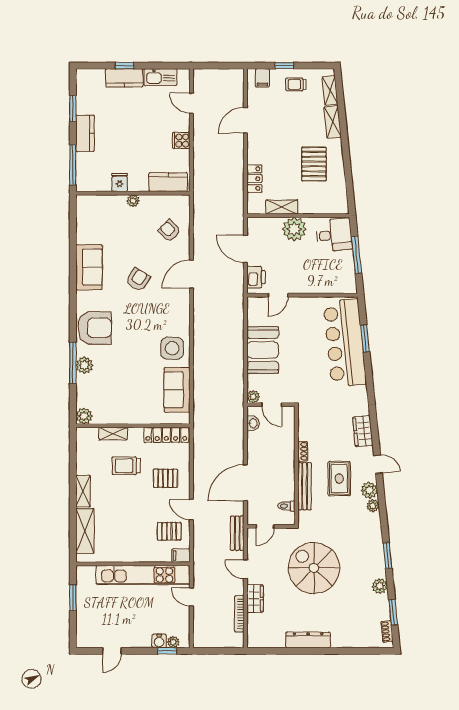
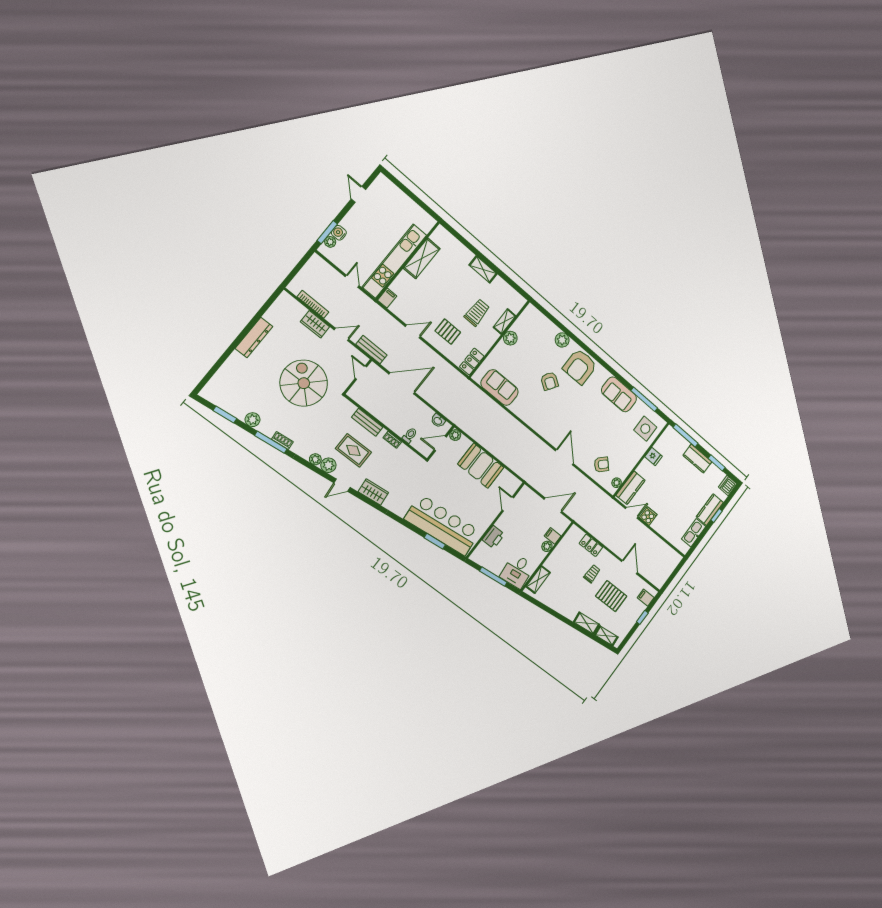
dishwasher: (85, 78) -> (728, 485), added
trolley: (296, 84) -> (592, 574), moved
door: (191, 103) -> (632, 513), moved
pallet: (314, 164) -> (611, 596), moved
plant: (133, 201) -> (617, 483), moved
shelving: (282, 207) -> (538, 580), moved
filing cabinet: (275, 226) -> (553, 536), added
plant: (294, 229) -> (547, 546), width x0.53, depth x0.53
printer: (256, 277) -> (493, 537), moved, turned -90
armchair: (138, 280) -> (549, 381), moved
side table: (172, 348) -> (645, 429), moved
window: (73, 363) -> (644, 399), moved
plant: (84, 416) -> (510, 338), moved
locker: (166, 435) -> (472, 361), width x0.66
pallet: (165, 478) -> (448, 332), turned 90
door: (245, 483) -> (402, 383), hinge flipped
bench: (305, 486) -> (367, 422), width x0.73
toilet: (286, 506) -> (410, 435), moved
shelving: (85, 531) -> (422, 258), moved, turned 90
pallet: (169, 531) -> (410, 304), removed
window: (387, 555) -> (271, 442), width x1.44
spiral stairs: (314, 568) -> (304, 383), turned -90
door: (191, 597) -> (352, 281), hinge flipped
window: (73, 598) -> (417, 200), removed
shoe rack: (387, 631) -> (282, 440), moved
window: (167, 651) -> (327, 232), width x1.50

